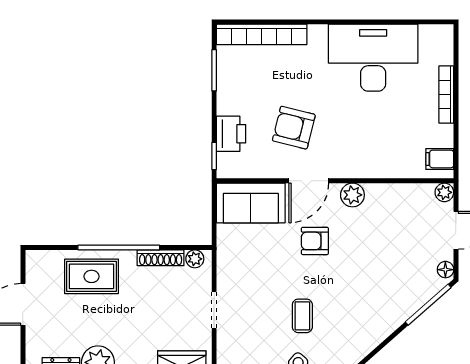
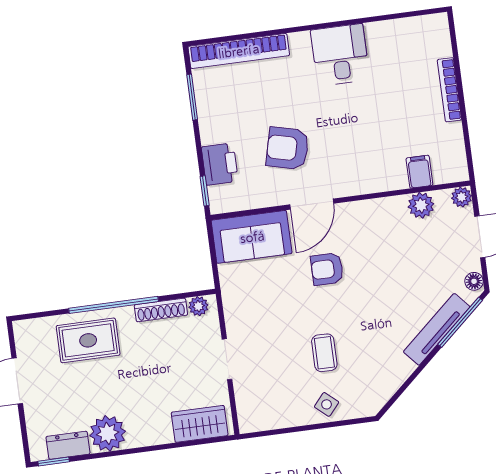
desk: (373, 58) -> (340, 55), width x0.53, depth x0.77
filing cabinet: (440, 159) -> (419, 172), moved, turned 90
plant: (352, 195) -> (421, 205), moved
tv unit: (406, 308) -> (437, 329), added

